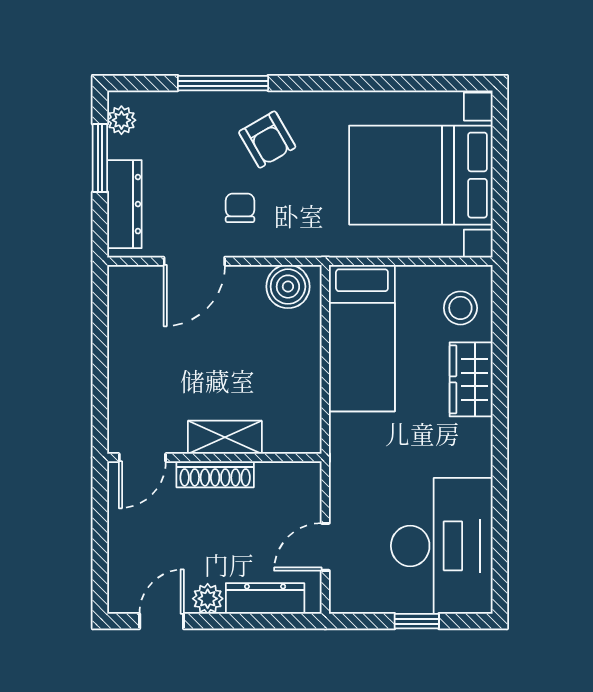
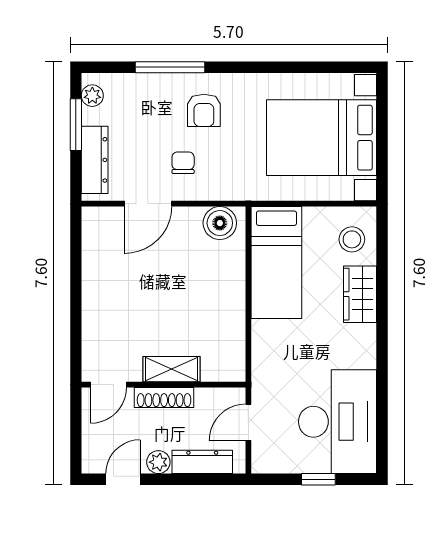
armchair: (267, 140) -> (204, 110), turned 30
shelving: (225, 437) -> (172, 369), moved
door: (142, 458) -> (108, 385), moved
wall: (214, 458) -> (164, 385), moved
shoe rack: (215, 474) -> (164, 397), moved

